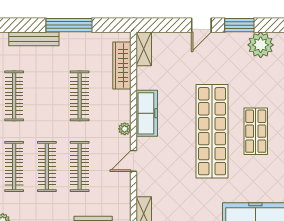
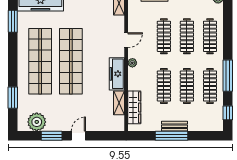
bench: (34, 39) -> (174, 126), moved, width x0.73
shelving: (144, 49) -> (119, 103), moved
clothes rail: (47, 96) -> (187, 86), added
shop shelf: (256, 131) -> (40, 61), width x2.00, depth x1.36

